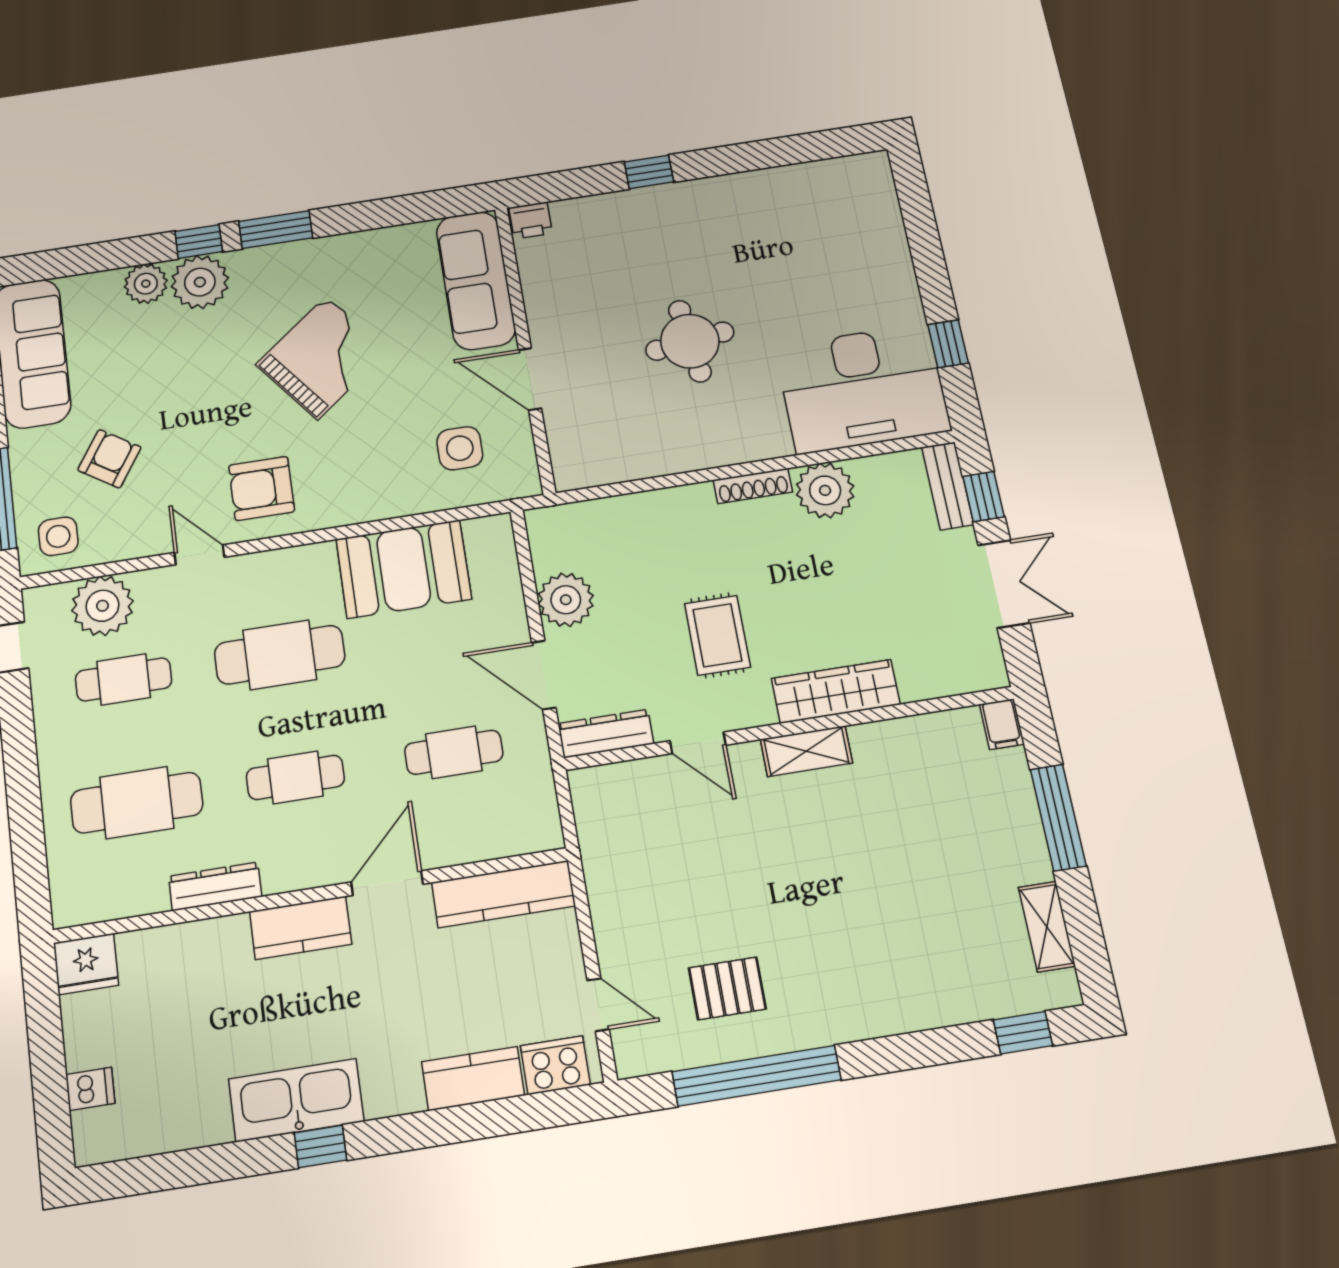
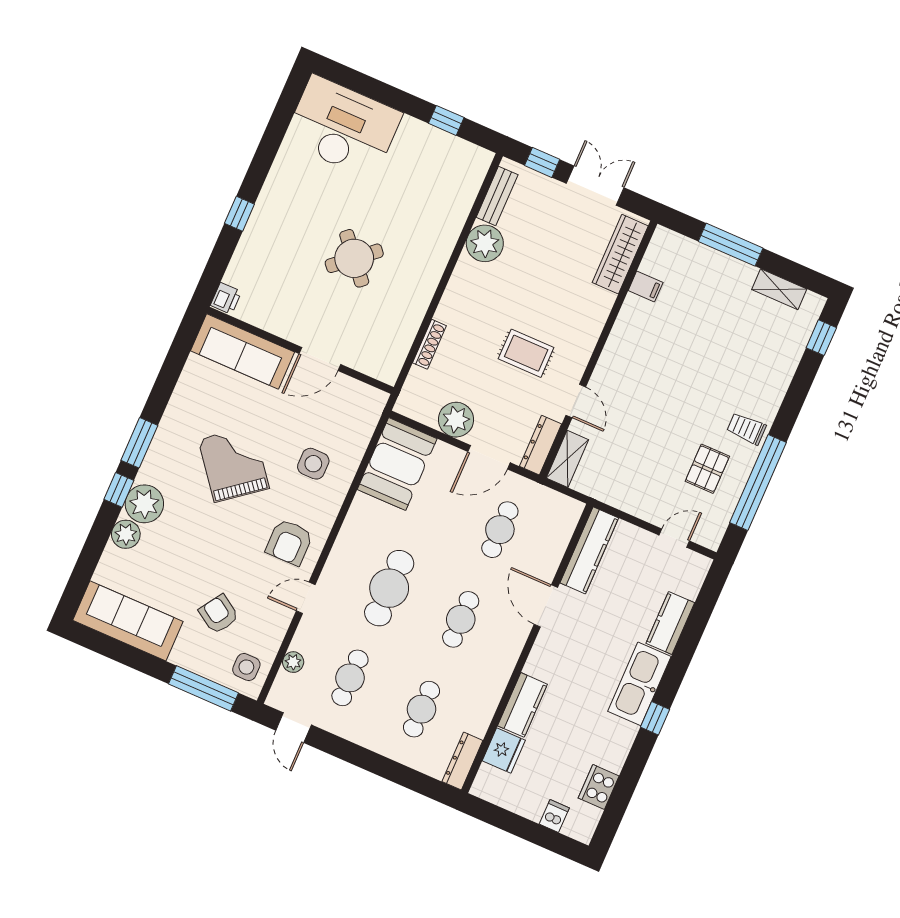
round table: (690, 341) -> (354, 258), turned -34
desk: (863, 388) -> (343, 127), moved, turned -90
side table: (460, 448) -> (313, 464), moved
shoe rack: (753, 486) -> (429, 344), moved
bench: (948, 486) -> (497, 196), moved, turned 90
booth: (404, 569) -> (397, 464), moved
plant: (102, 606) -> (293, 662), width x0.53, depth x0.53
wardrobe: (836, 691) -> (620, 254), moved
filing cabinet: (1002, 724) -> (646, 286), moved
door: (698, 743) -> (576, 401), hinge flipped
shelving: (806, 751) -> (567, 459), moved
cafe table: (137, 803) -> (422, 709), width x0.73, depth x0.74
dresser: (215, 886) -> (462, 761), moved
kitchen counter: (301, 928) -> (522, 705), moved
fridge: (86, 964) -> (504, 750), moved
trolley: (821, 1008) -> (746, 429), added
cooker: (555, 1065) -> (599, 787), moved
kitchen sink: (296, 1100) -> (639, 684), moved

